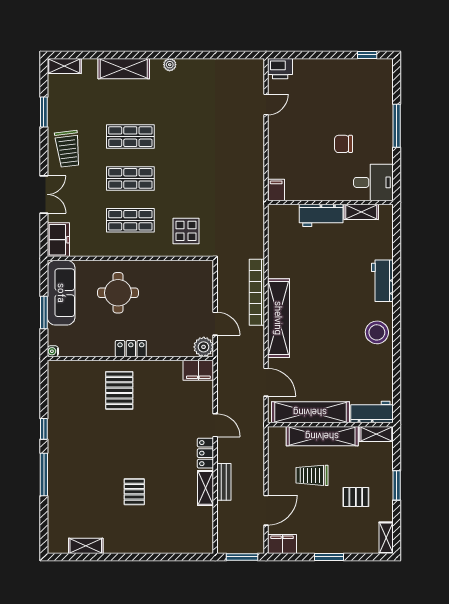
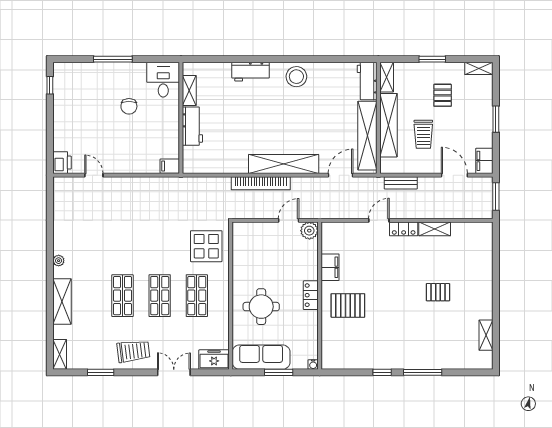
display table: (186, 231) -> (206, 246), width x1.36, depth x1.36
filing cabinet: (198, 370) -> (330, 267), moved
bench: (224, 482) -> (401, 183), moved

